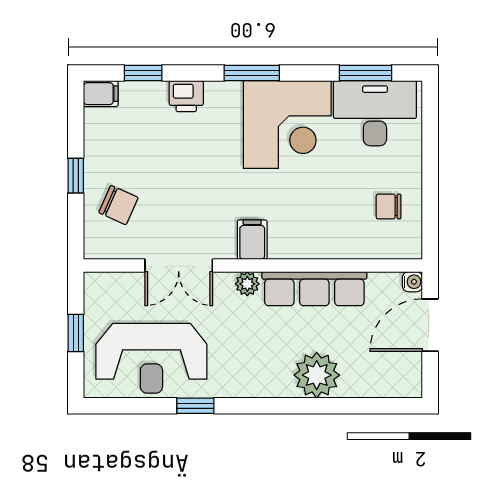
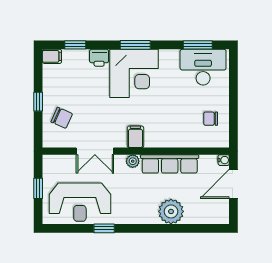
corner desk: (287, 125) -> (134, 73), moved

